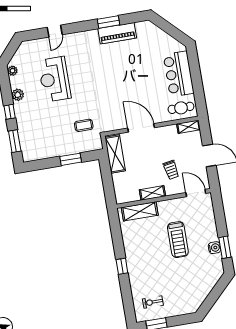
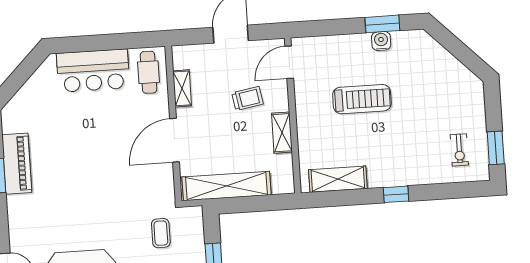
shelving: (188, 127) -> (182, 88), moved
shelving: (115, 154) -> (227, 186), width x1.47
shelving: (140, 211) -> (338, 179), moved, turned 90

